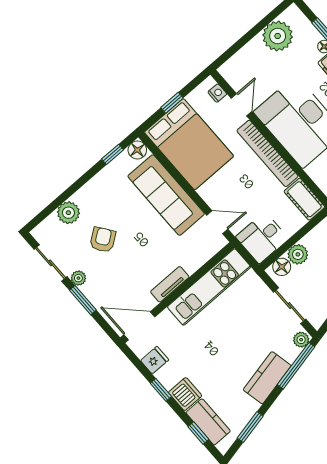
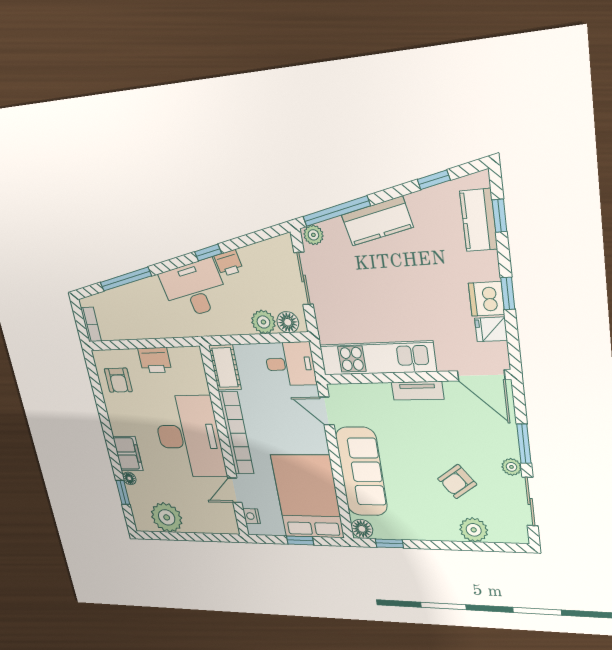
dishwasher: (185, 394) -> (486, 299), moved
window: (250, 427) -> (434, 180), width x0.67

